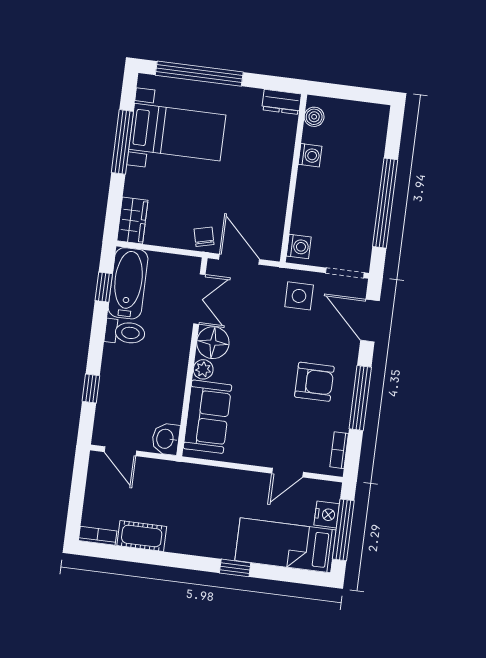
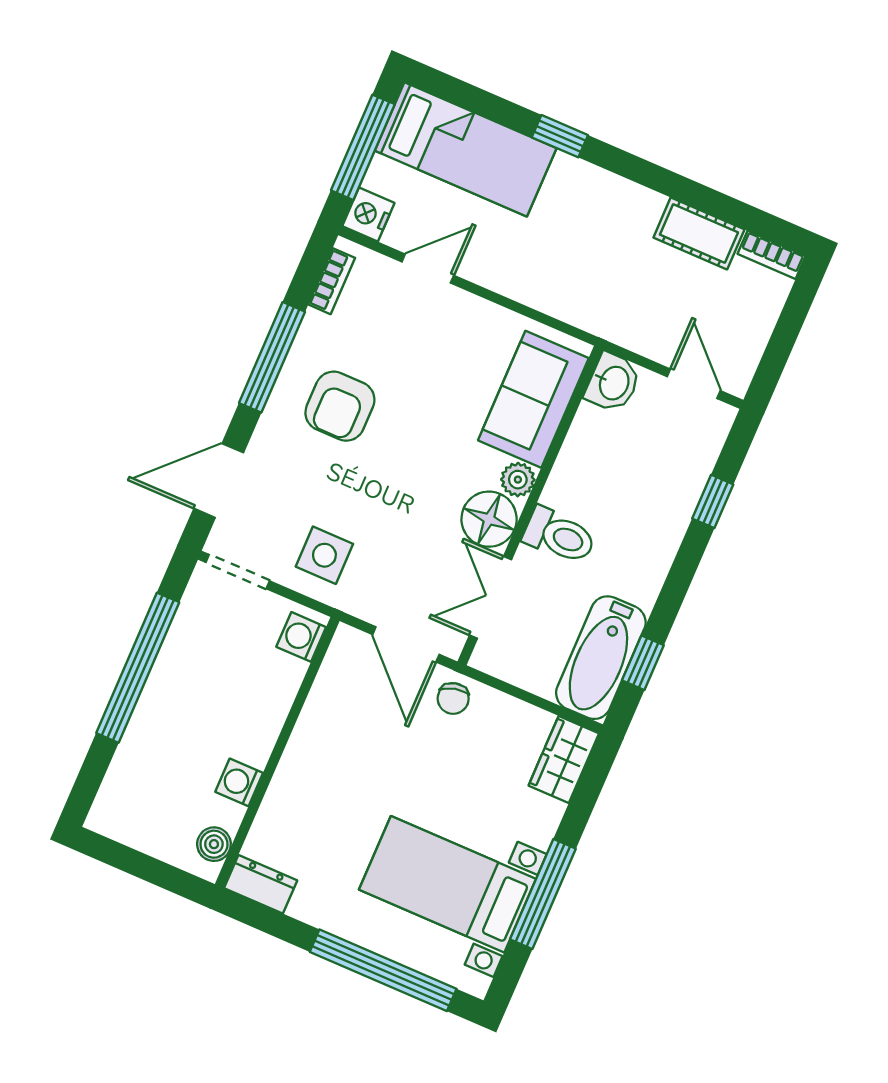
door: (370, 321) -> (219, 481), swing flipped
toilet: (125, 332) -> (559, 536), moved, turned 180
armchair: (314, 382) -> (340, 406), turned -90
nightstand: (327, 514) -> (368, 214), moved

